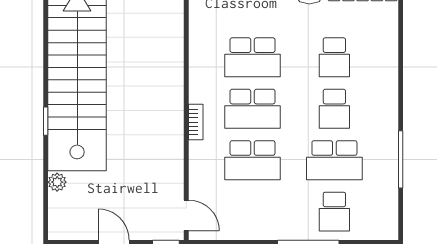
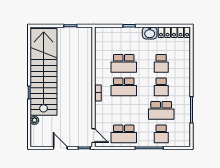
school desk: (253, 160) -> (124, 134), moved

